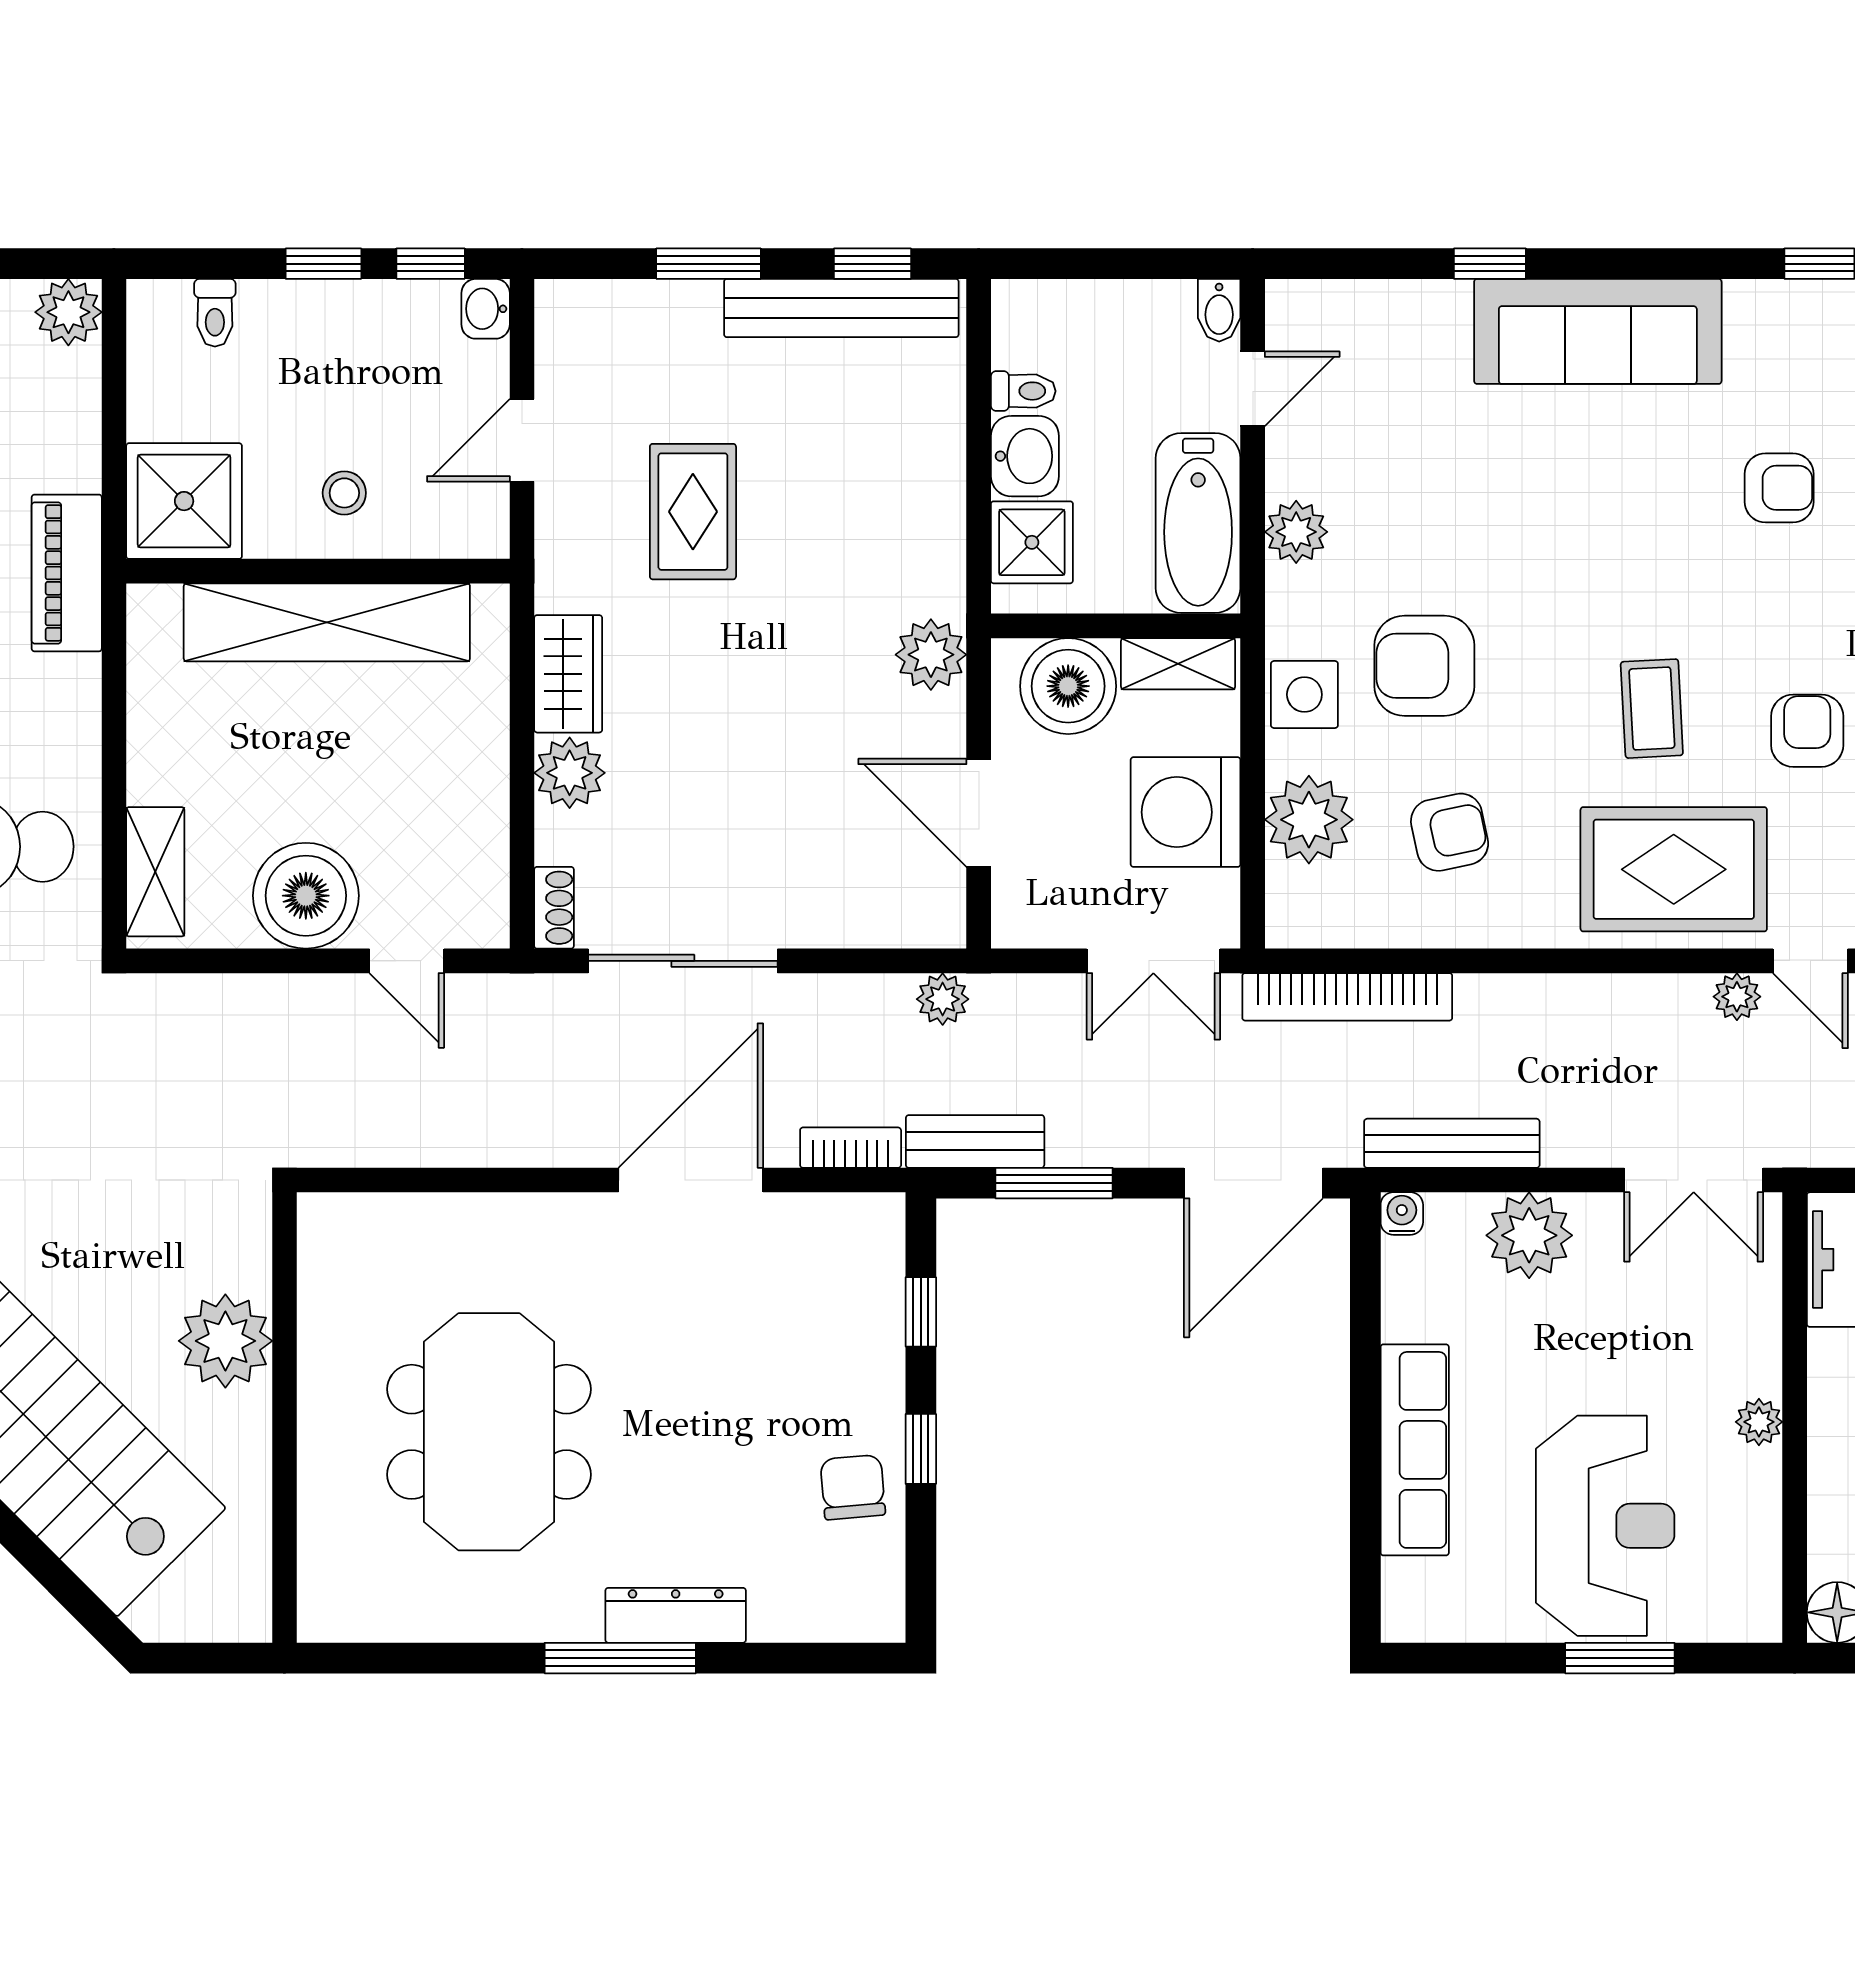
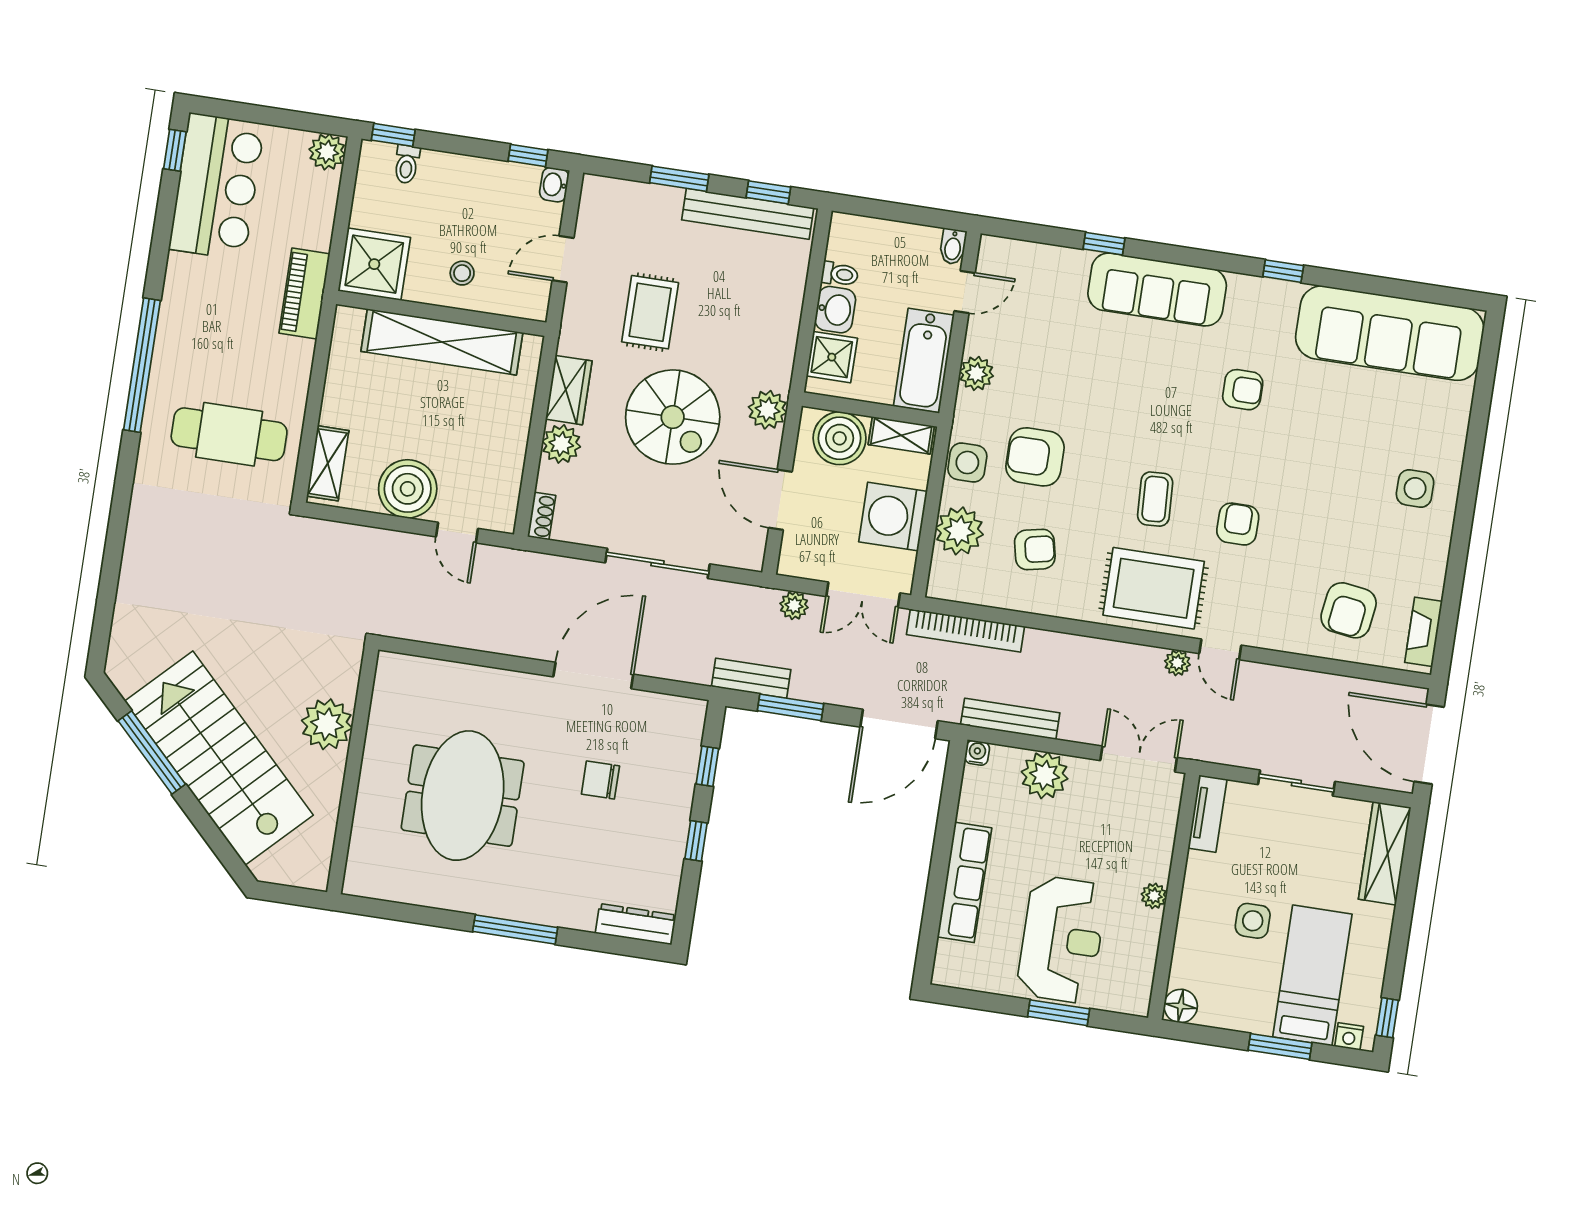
window: (323, 264) -> (393, 135), moved
spiral stairs: (762, 694) -> (673, 417), added
sliding door: (683, 961) -> (658, 563), moved
plant: (943, 999) -> (794, 605), moved
bookcase: (851, 1148) -> (683, 671), removed
double door: (1694, 1180) -> (1139, 759), swing flipped
chair: (853, 1487) -> (600, 780), moved, turned -85
dresser: (676, 1615) -> (636, 924), moved

